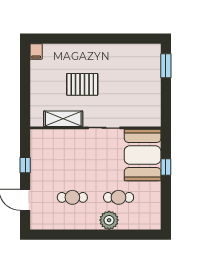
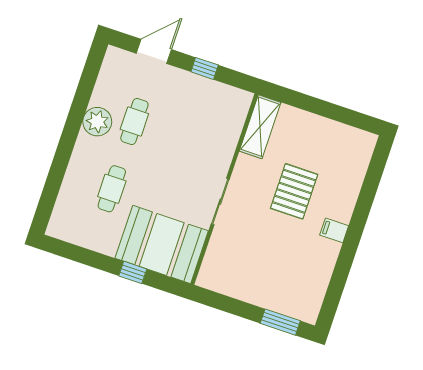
filing cabinet: (36, 52) -> (334, 230), moved
shelving: (63, 119) -> (260, 127), moved
plant: (109, 220) -> (97, 122), moved

